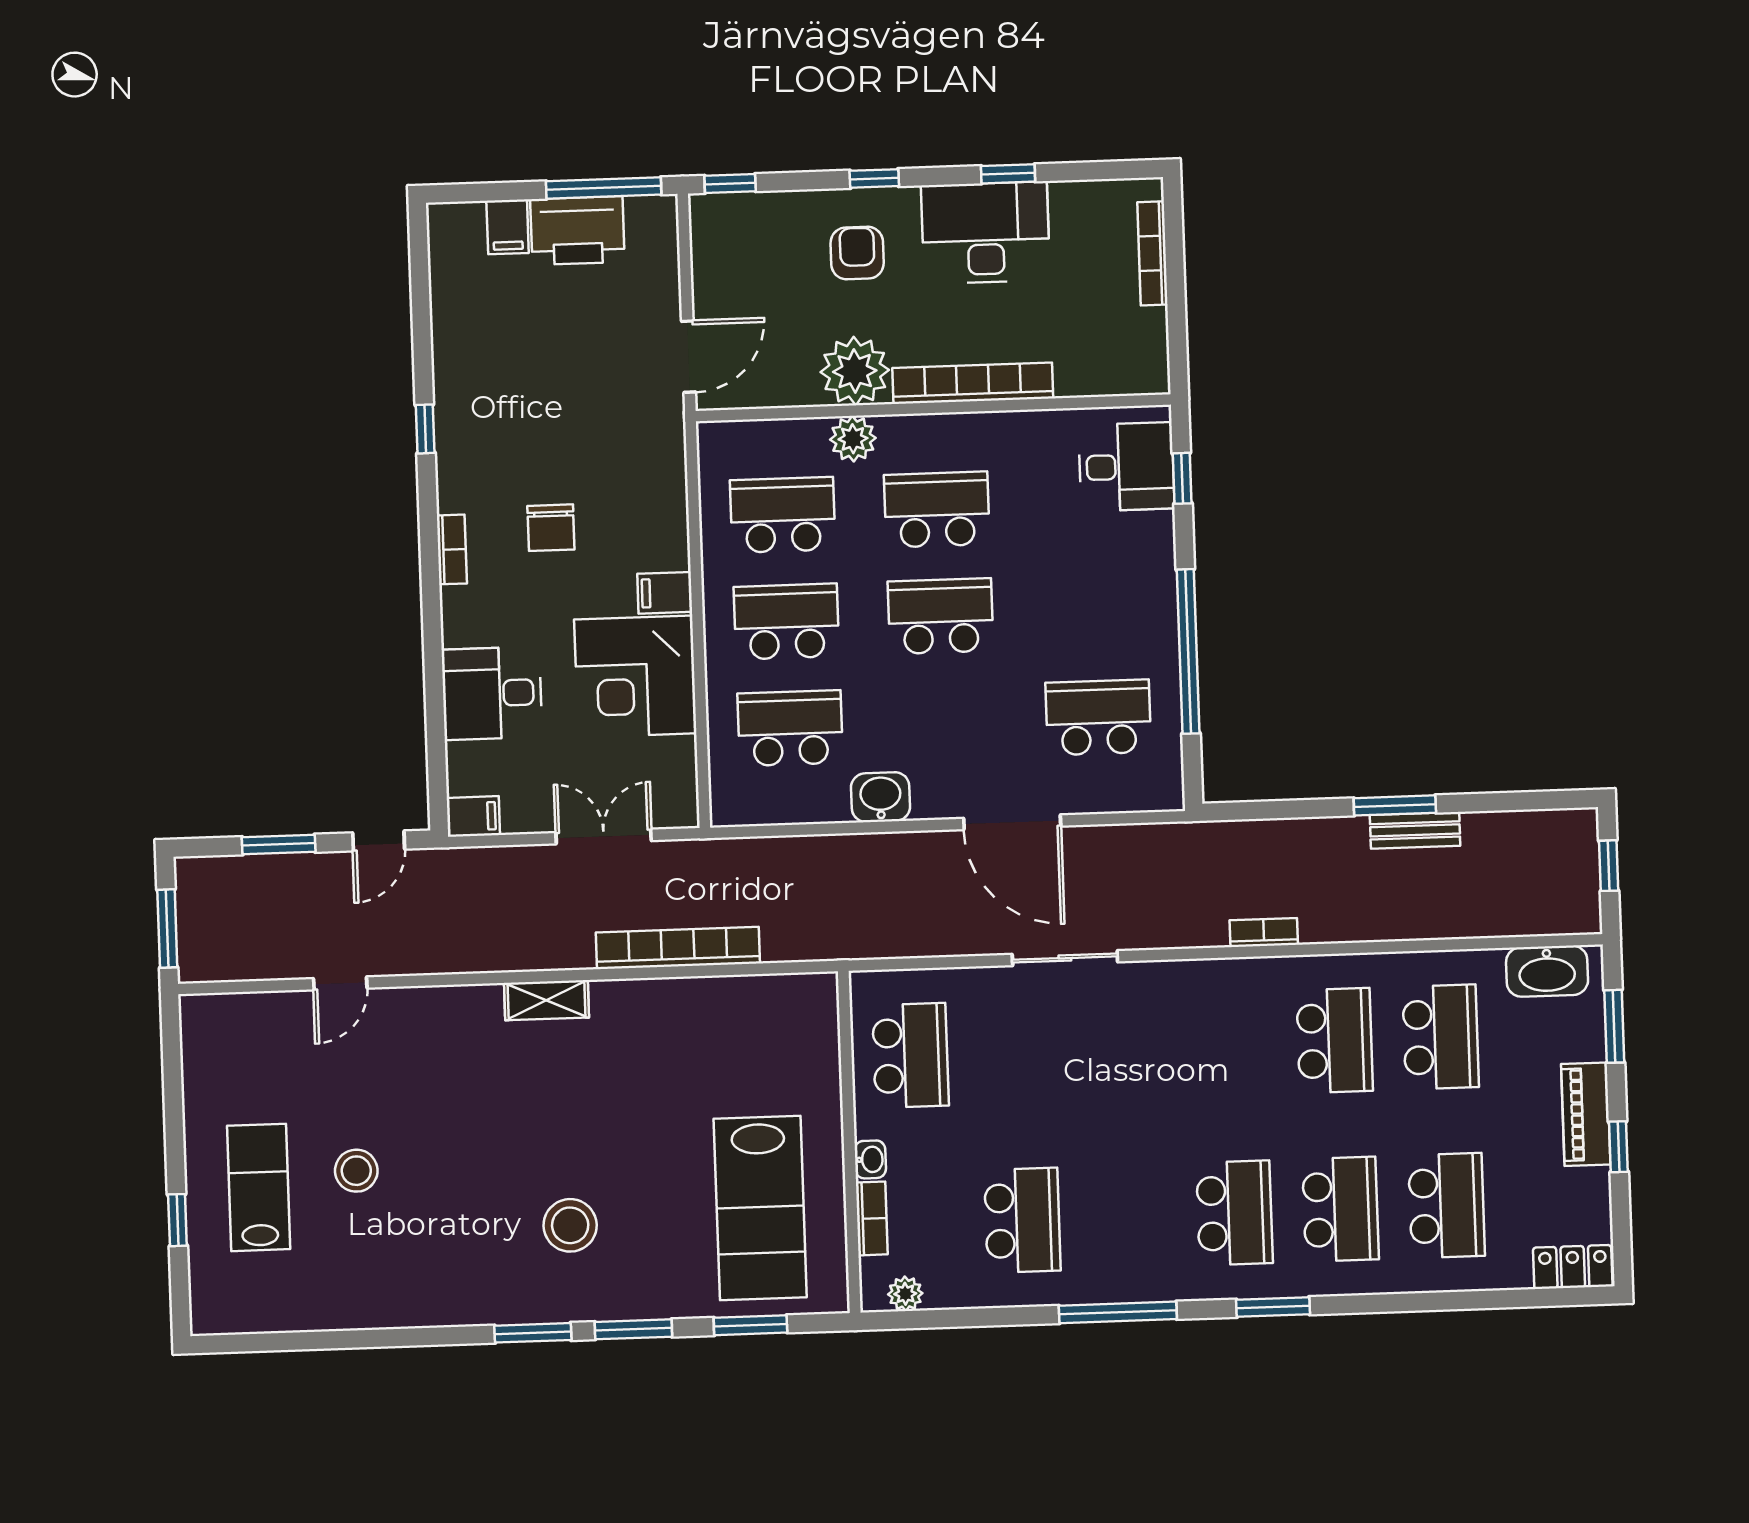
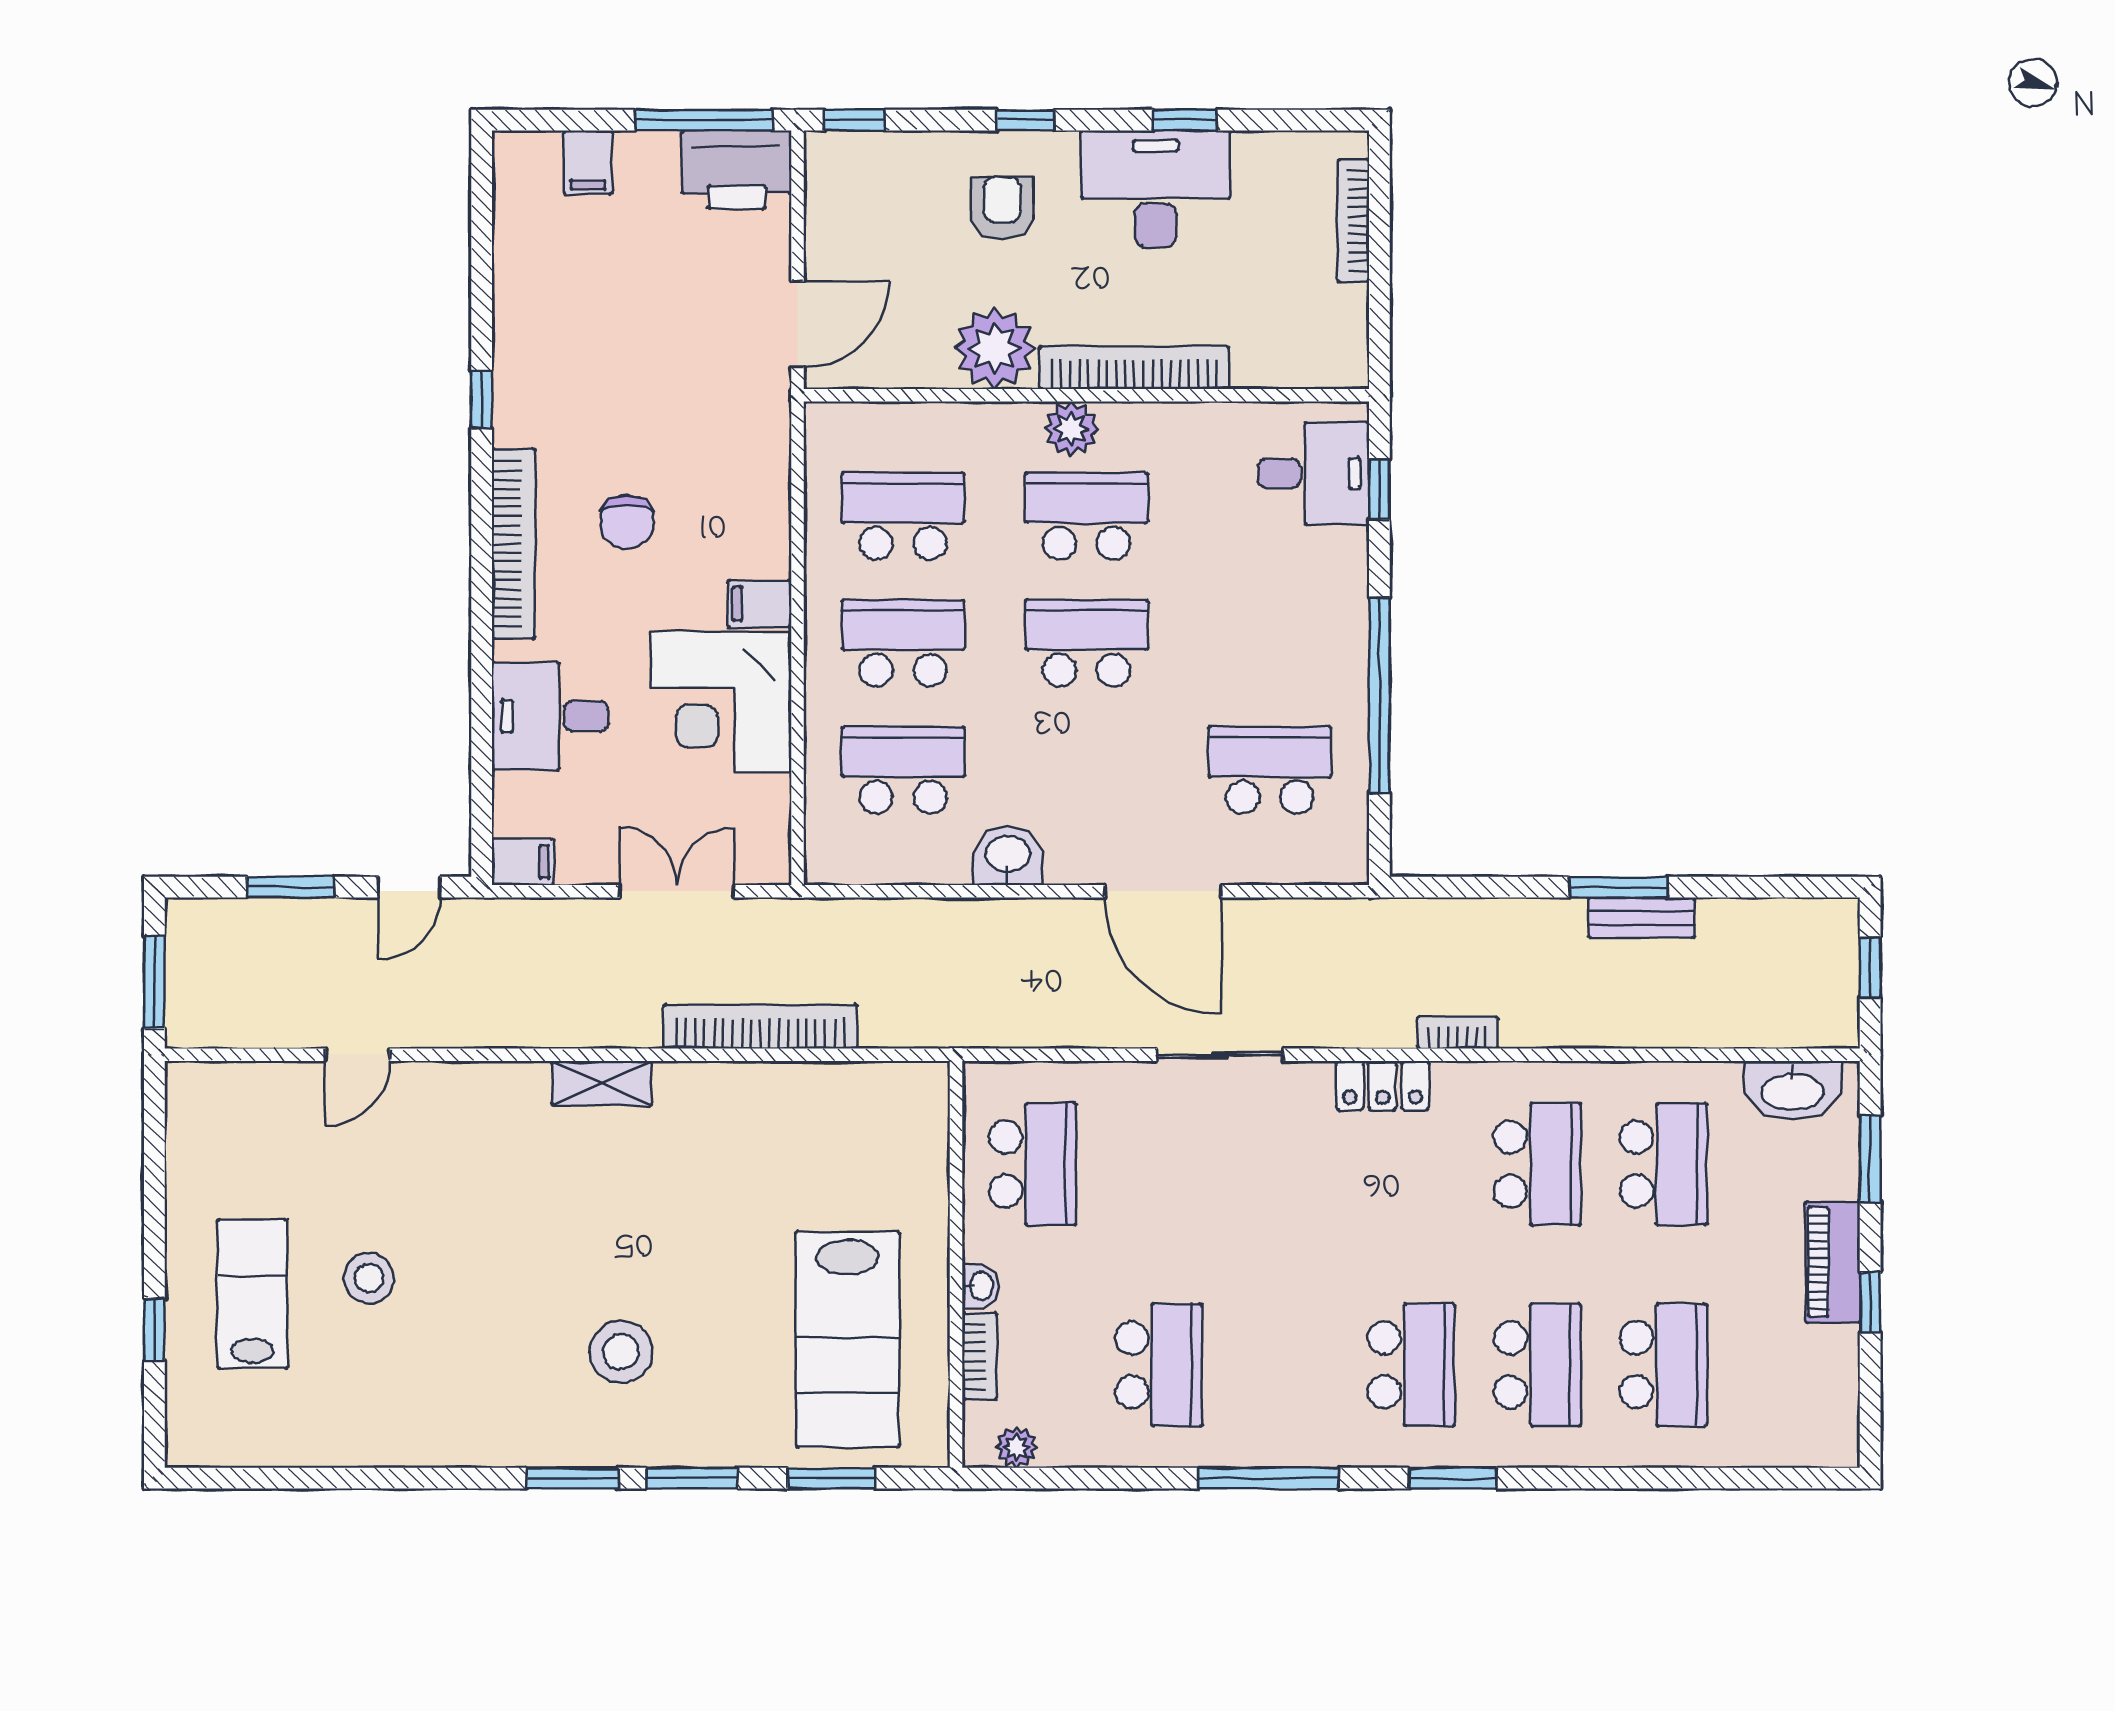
printer: (577, 231) -> (737, 170), moved
plant: (853, 439) -> (1071, 429), moved
bookcase: (452, 549) -> (513, 544), width x2.31, depth x1.31
locker: (1573, 1267) -> (1383, 1086), moved, turned 180

